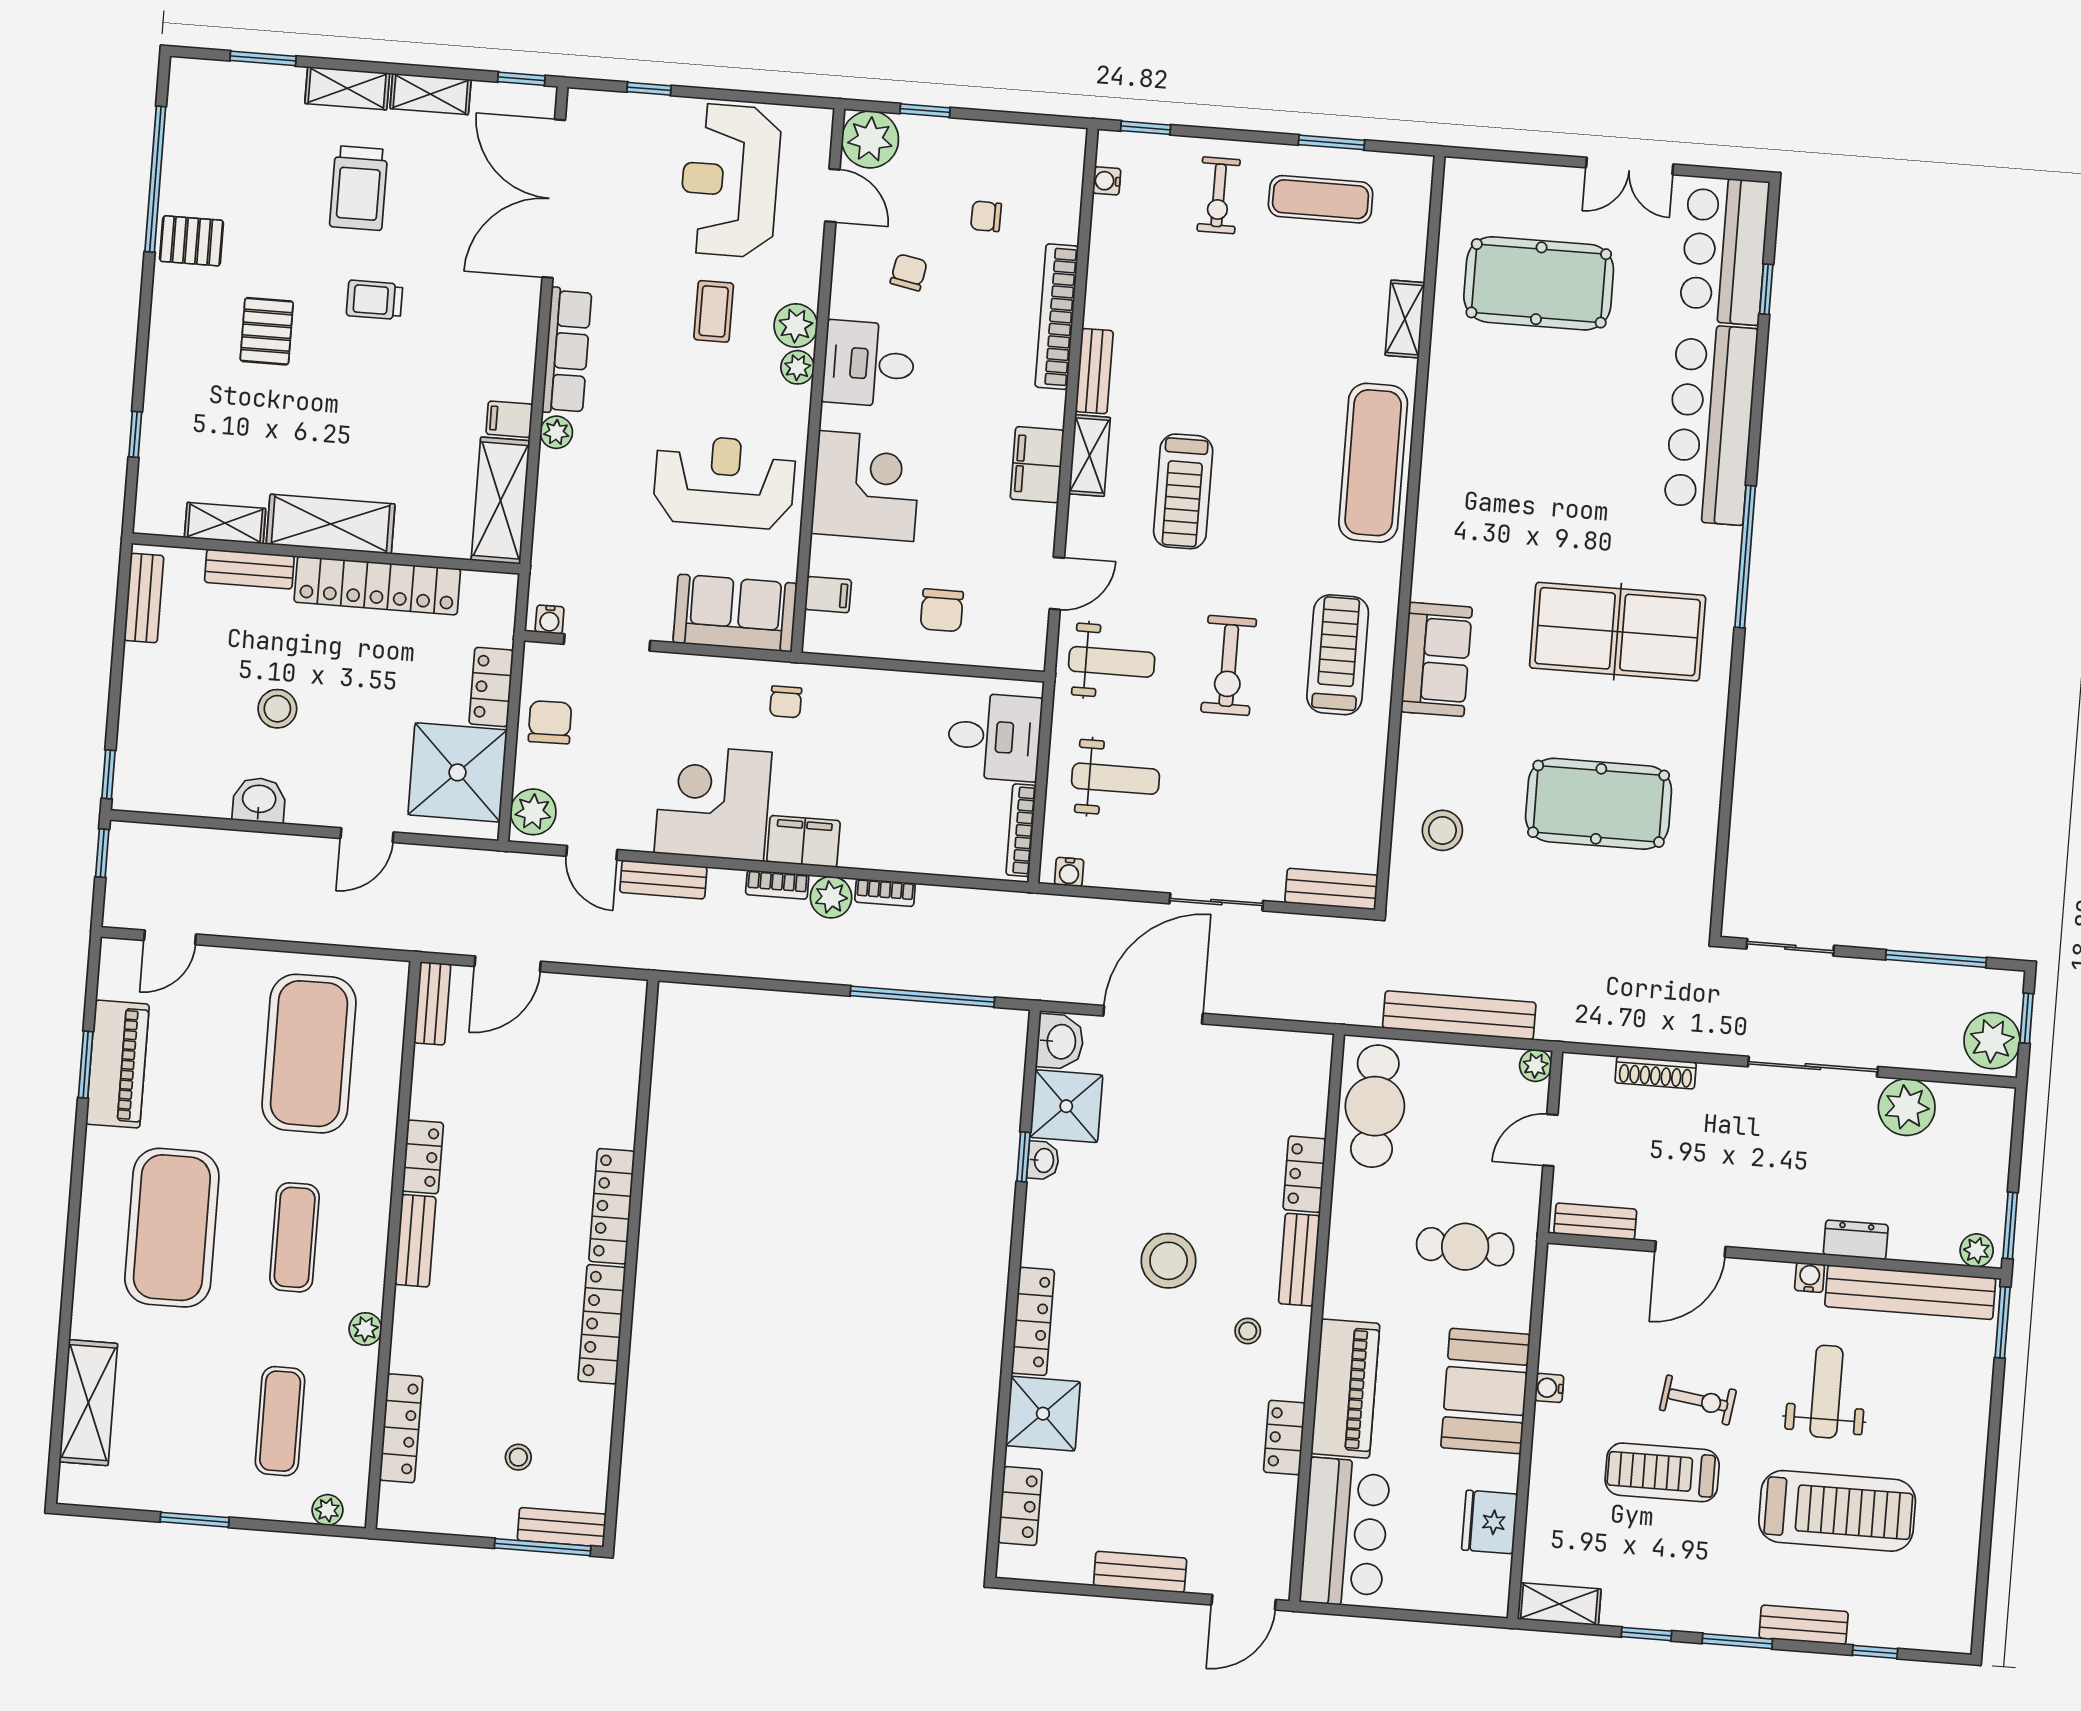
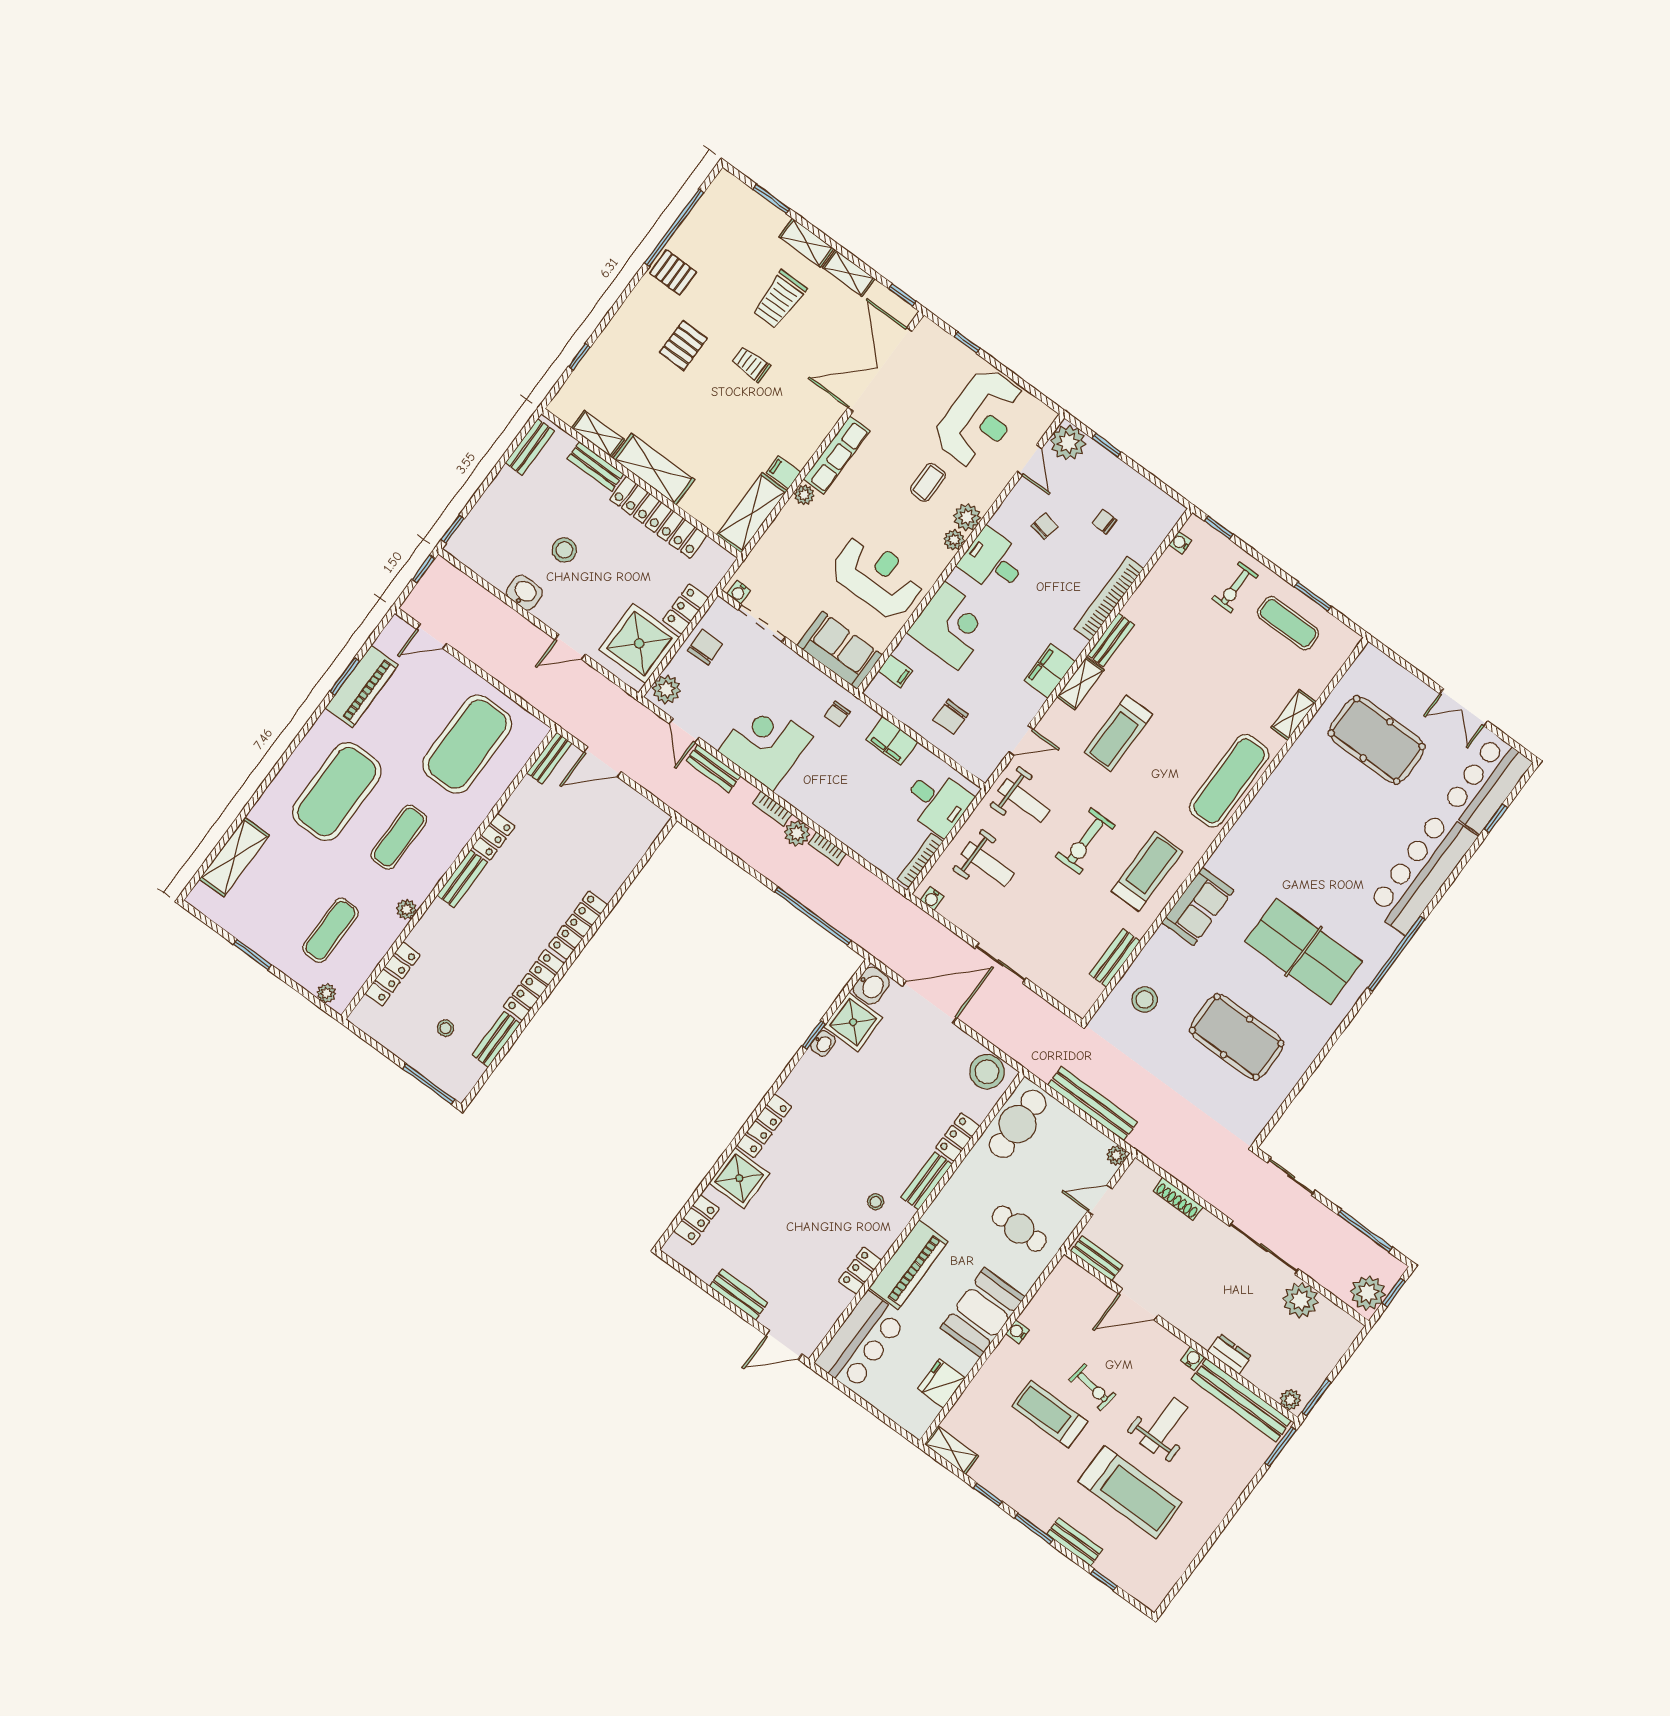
reception desk: (730, 180) -> (980, 418), turned 180
filing cabinet: (803, 841) -> (892, 741), moved, turned 180
bench: (1331, 889) -> (1115, 958), moved, turned 90
stool: (1169, 1261) -> (987, 1072), moved
bench: (562, 1527) -> (496, 1039), moved, turned 90

